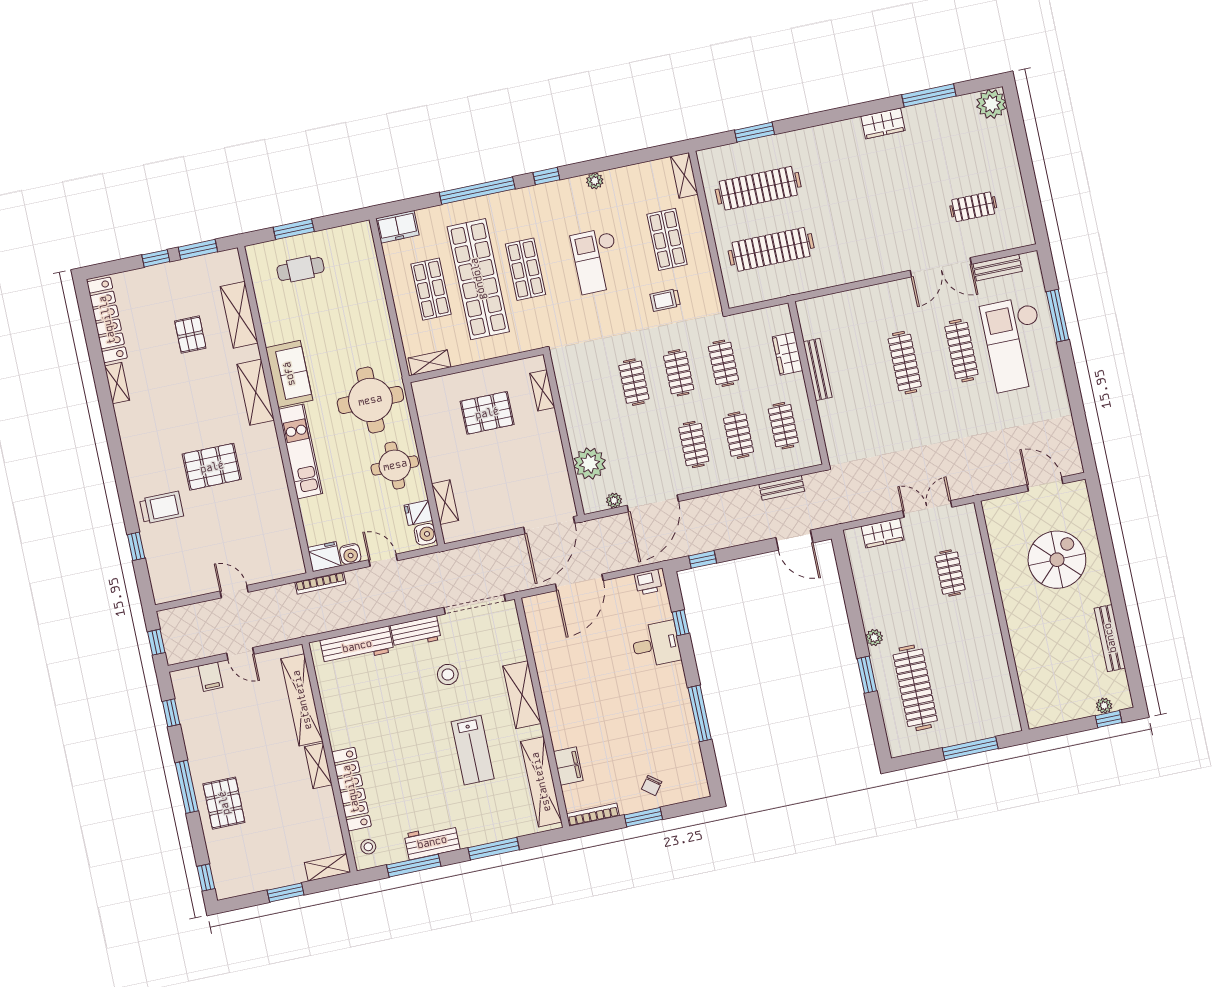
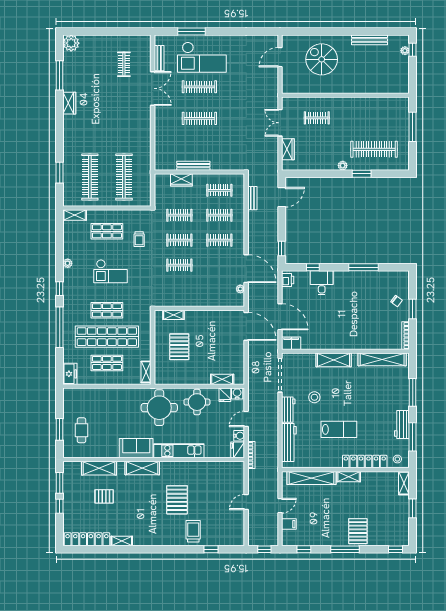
plant: (590, 464) -> (218, 298), removed
lab bench: (473, 750) -> (339, 429), moved
filing cabinet: (568, 766) -> (291, 343), moved
pallet: (224, 803) -> (358, 531), turned 90

